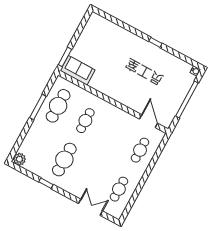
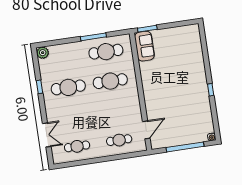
cafe table: (85, 121) -> (110, 81), width x1.37, depth x1.35

